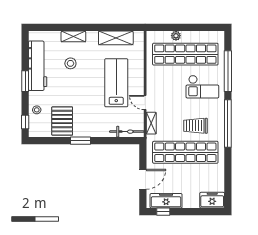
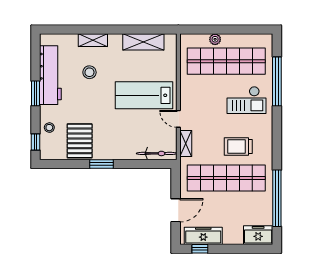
lab bench: (116, 83) -> (144, 95), turned -90
window: (228, 123) -> (277, 198), moved

